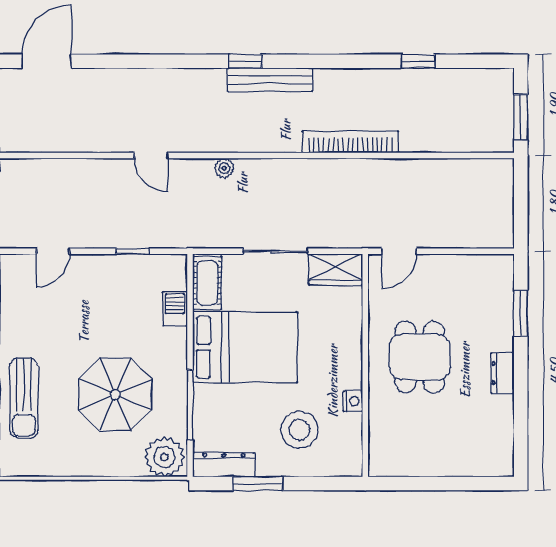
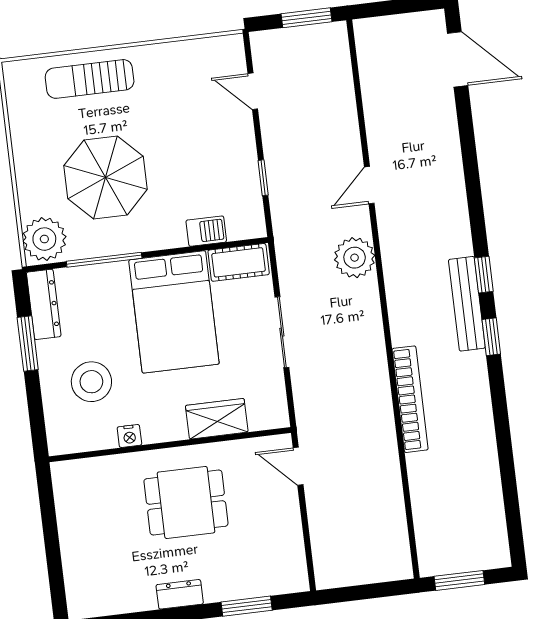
window: (418, 61) -> (491, 337), moved
plant: (224, 168) -> (355, 258), width x1.88, depth x1.88
wardrobe: (336, 269) -> (217, 419), moved, turned 90

